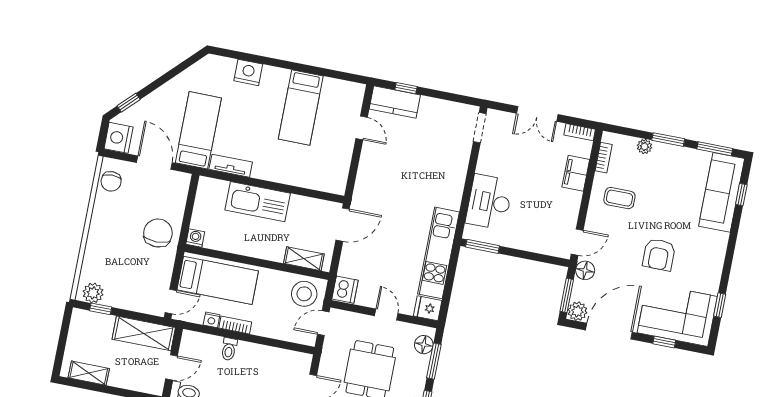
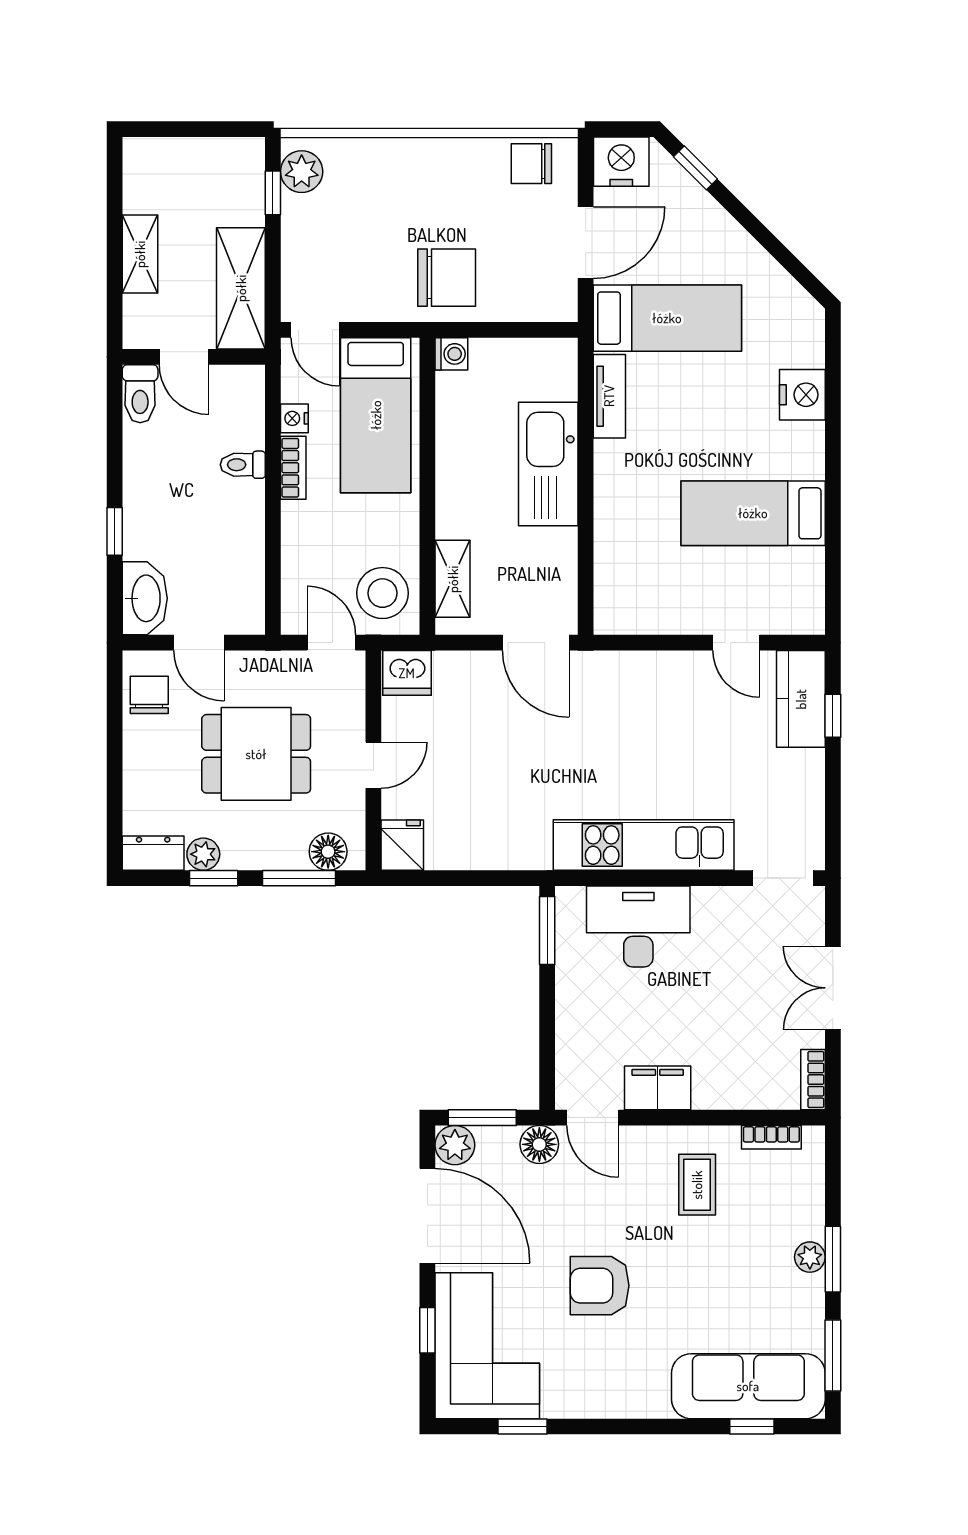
door: (362, 128) -> (736, 643), hinge flipped
plant: (644, 146) -> (810, 1257), moved
filing cabinet: (576, 173) -> (658, 1088), moved
kitchen unit: (438, 253) -> (644, 845), moved
shelving: (89, 373) -> (140, 254), moved

